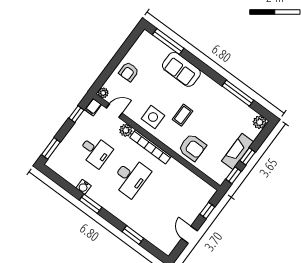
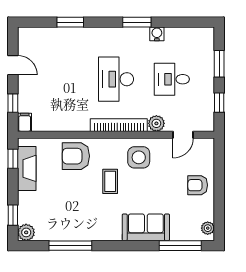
armchair: (129, 72) -> (198, 185), turned -90
plant: (103, 93) -> (208, 228), moved
filing cabinet: (93, 107) -> (25, 122), moved
window: (51, 148) -> (219, 64), moved
fireplace: (237, 151) -> (27, 168), moved
window: (247, 156) -> (13, 215), moved

